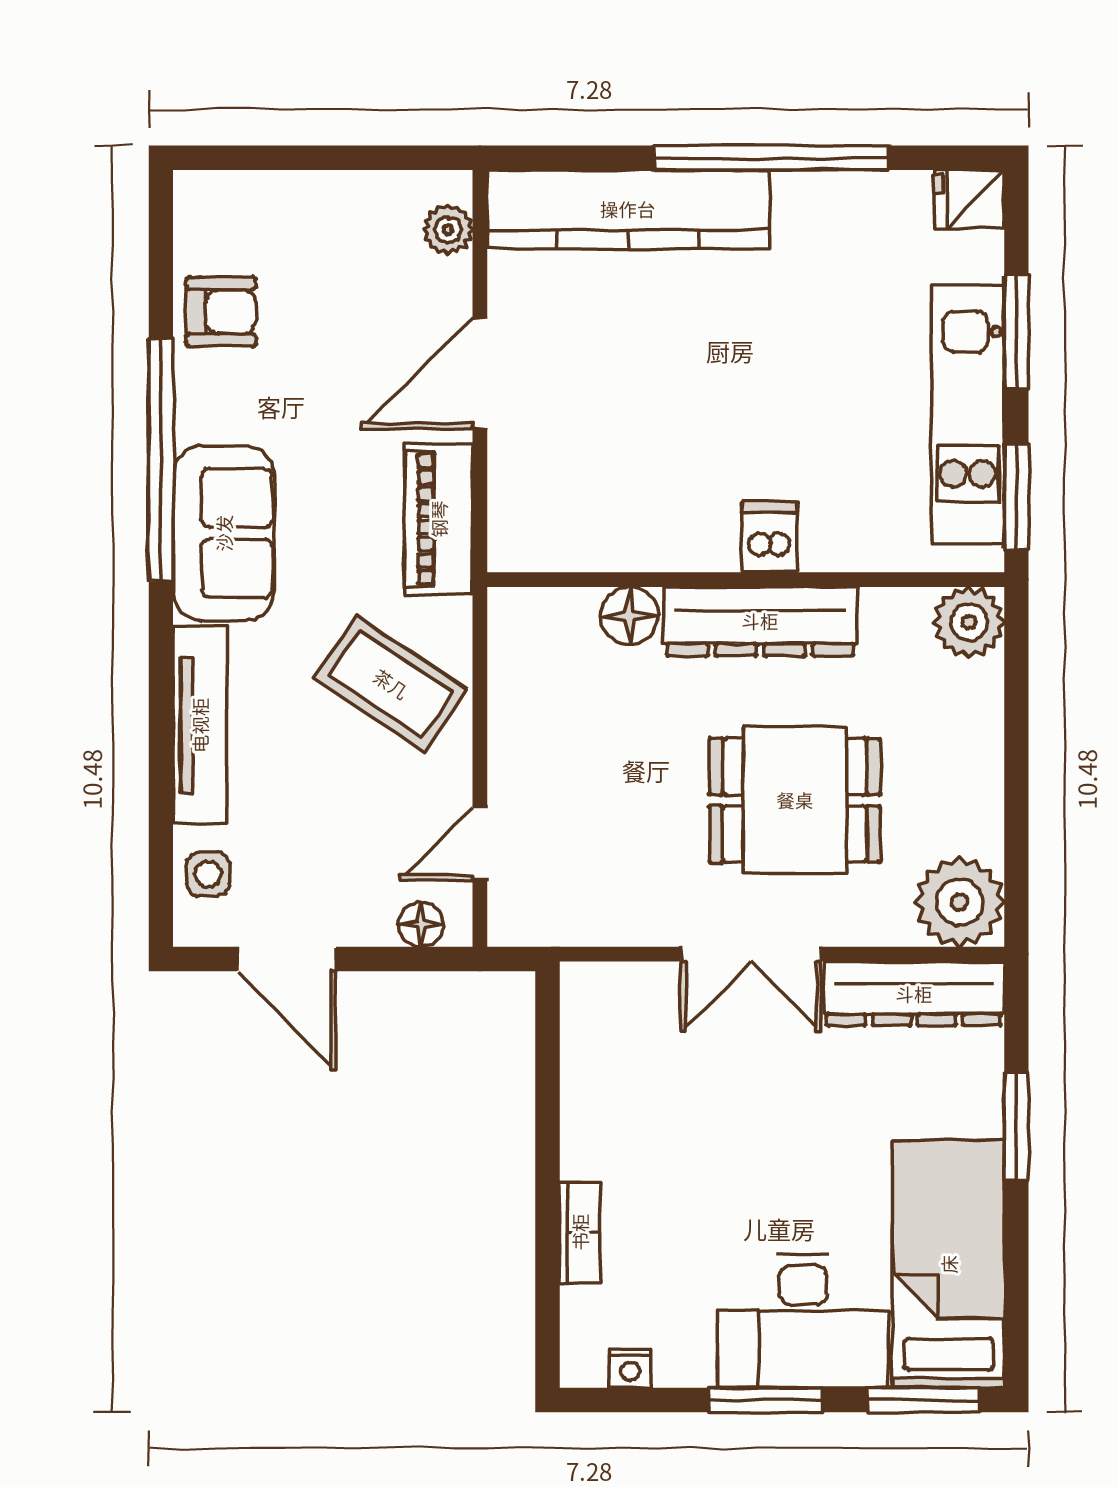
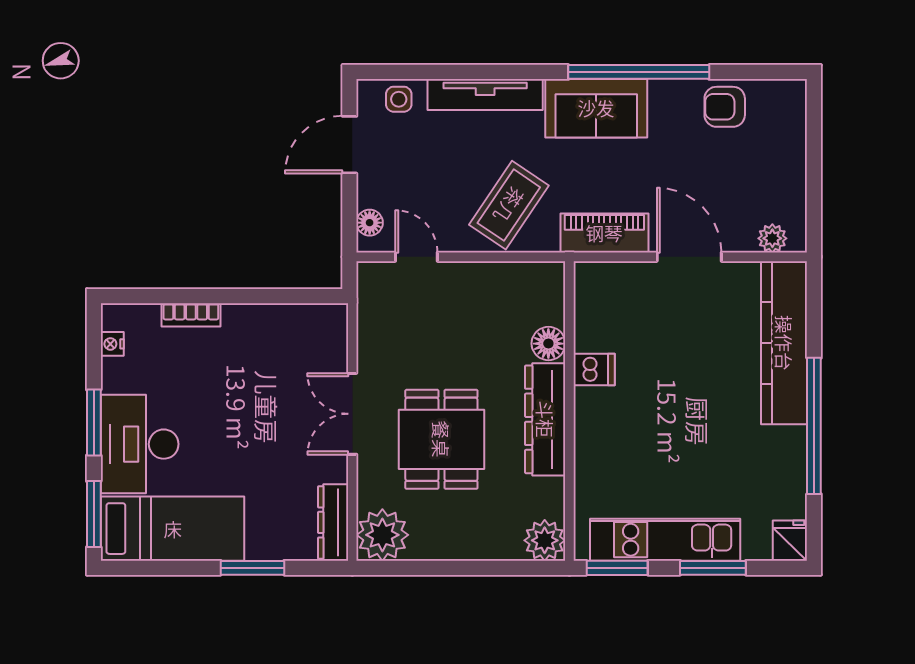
armchair: (221, 312) -> (725, 107), turned 90
dishwasher: (769, 537) -> (594, 370), moved
dresser: (914, 994) -> (333, 522), width x0.73, depth x0.80

